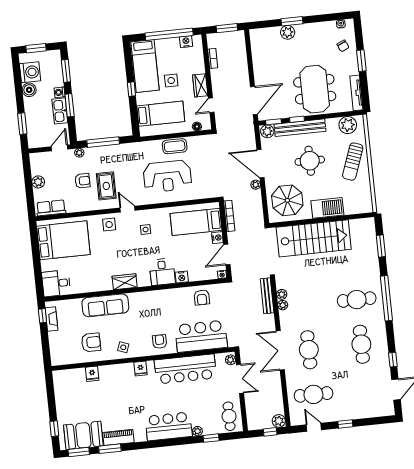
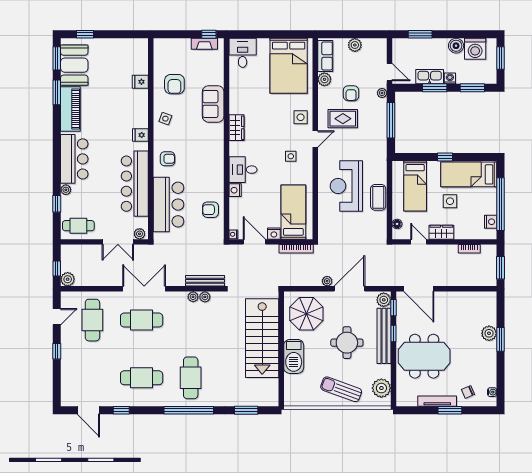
tv unit: (356, 93) -> (437, 401), moved
plant: (72, 206) -> (324, 79), added
sofa: (105, 305) -> (213, 104), width x0.73
piano: (118, 437) -> (70, 109), width x1.37, depth x1.33

